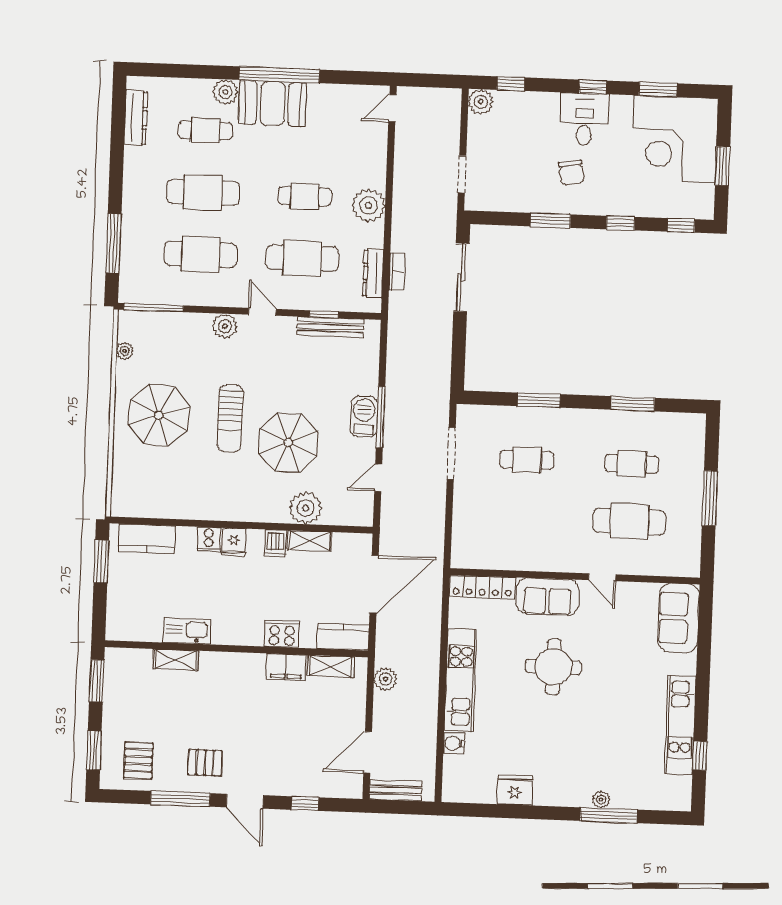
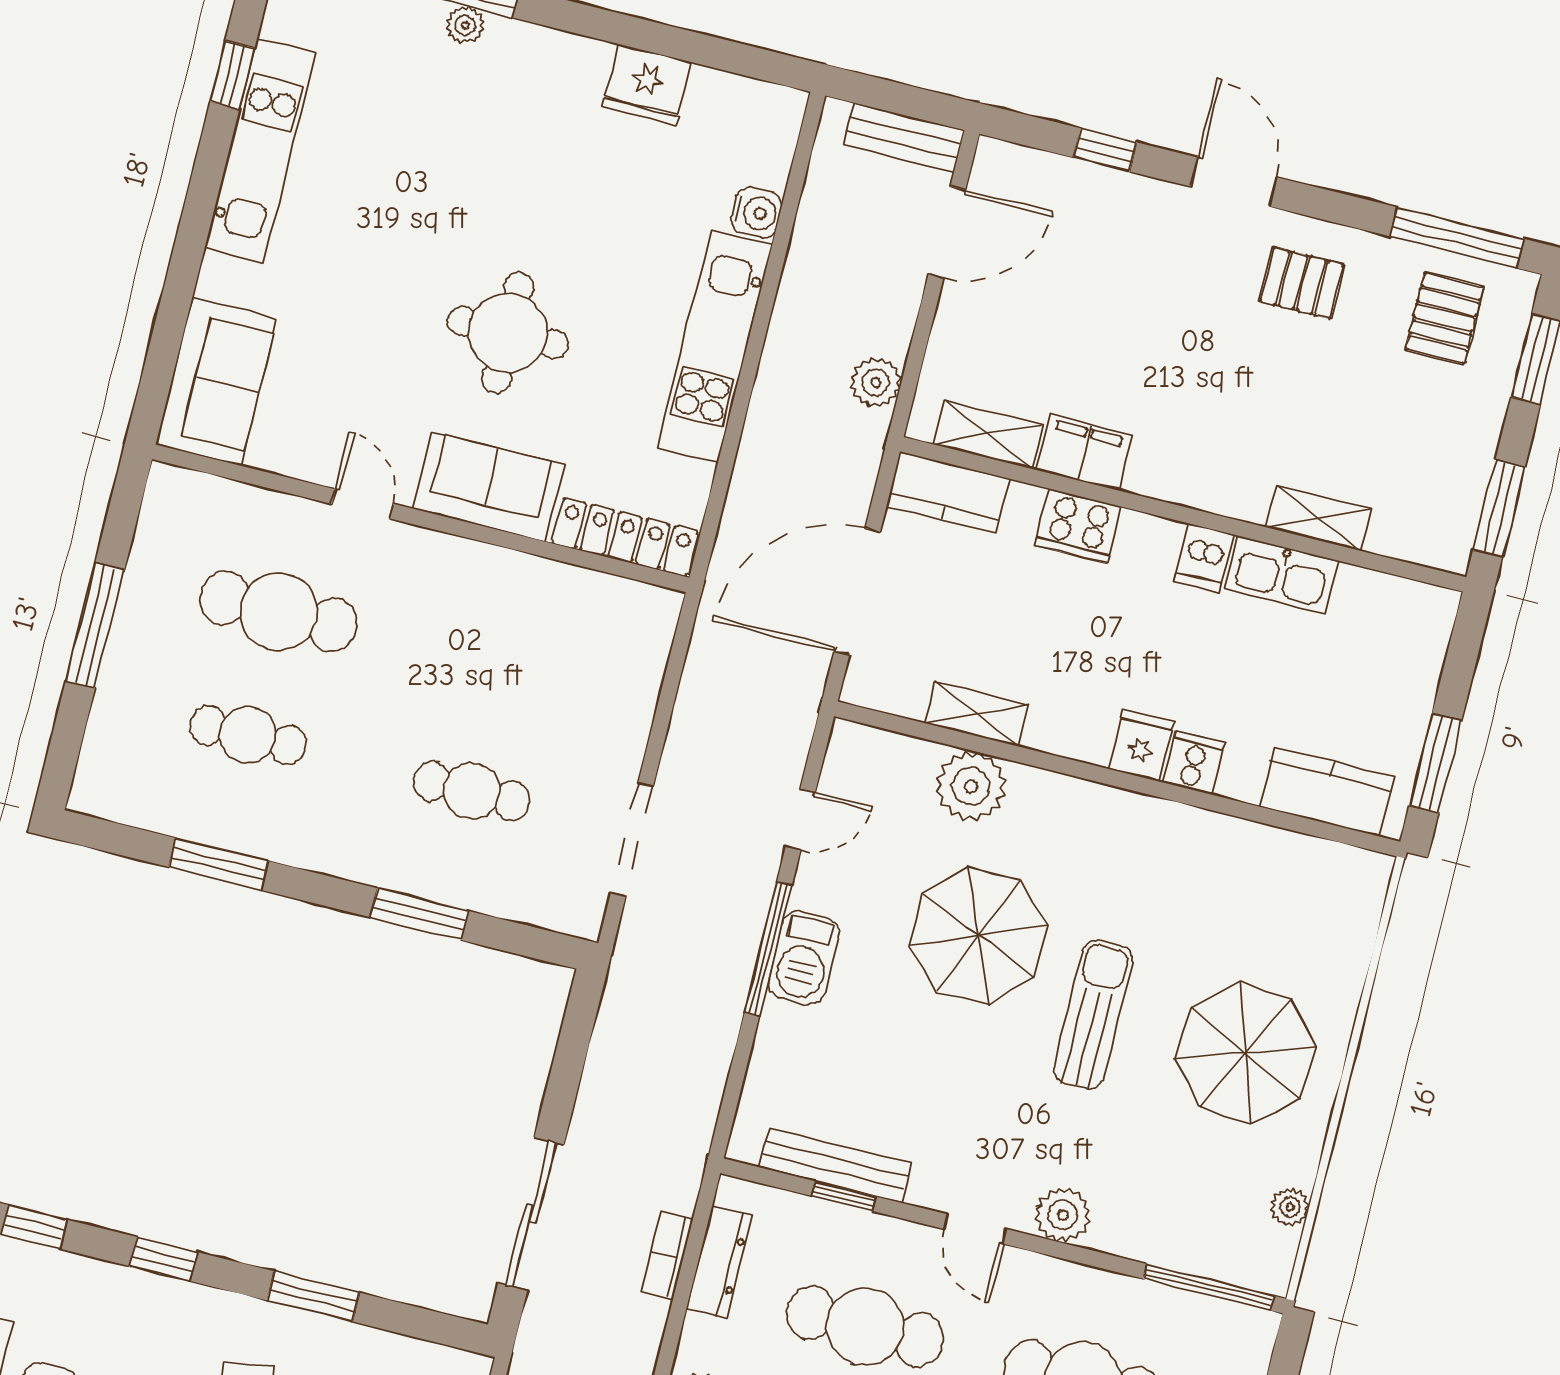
dishwasher: (276, 543) -> (1204, 558), moved, turned 180
window: (180, 799) -> (1457, 238), moved

